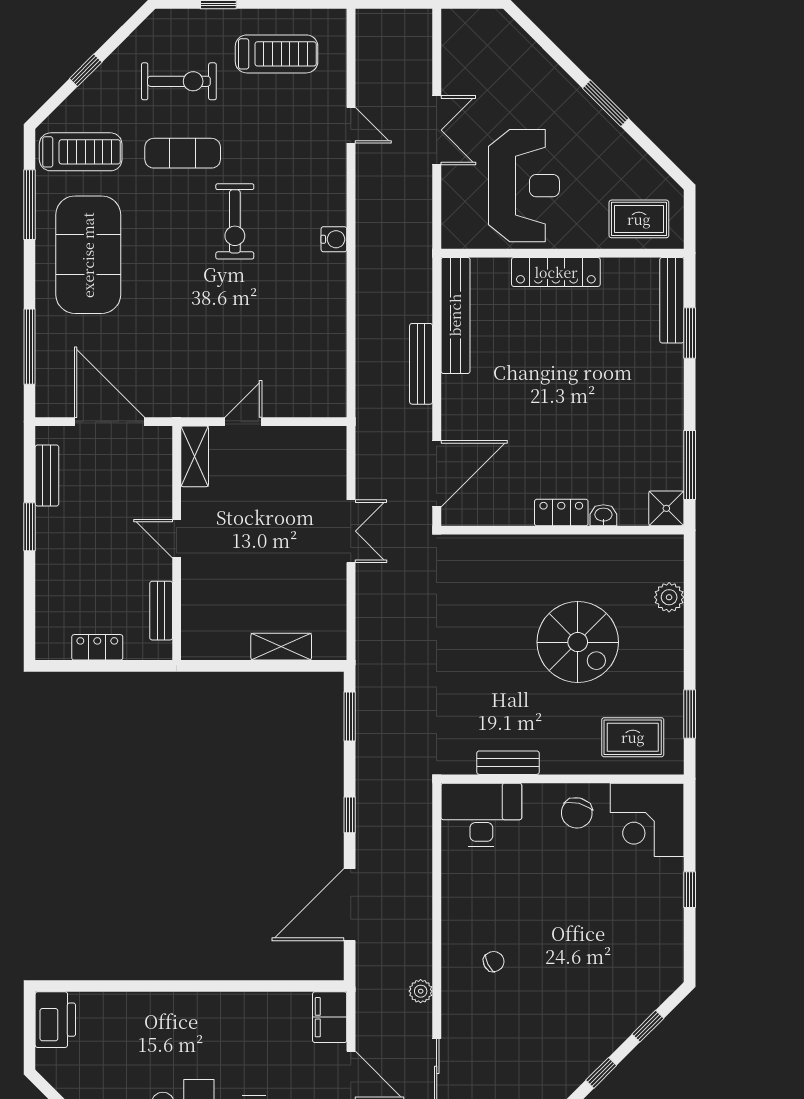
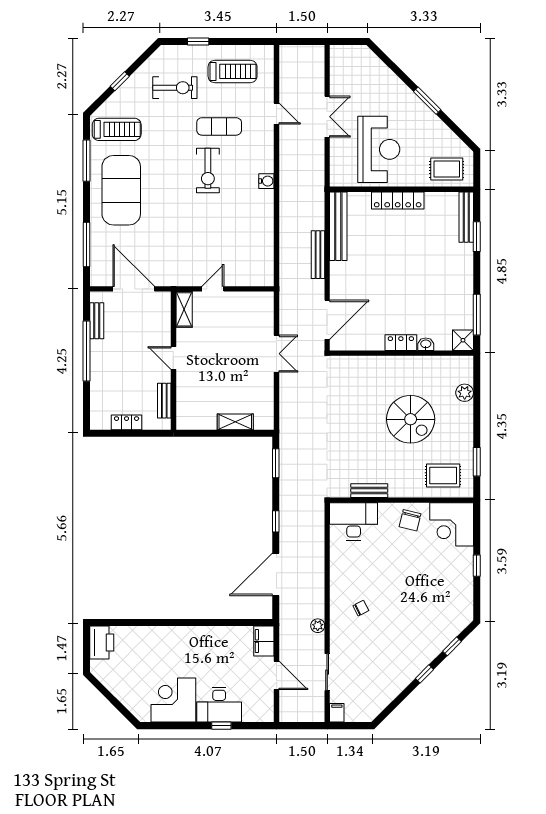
exercise mat: (183, 153) -> (219, 126), moved
window: (30, 527) -> (86, 351), width x2.11

